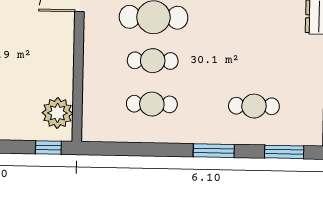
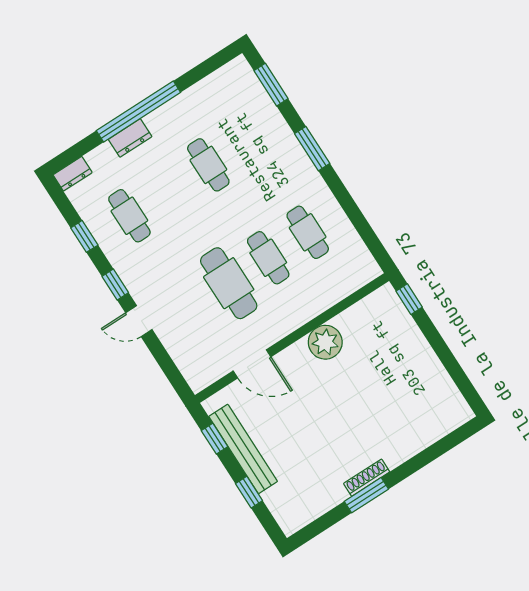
cafe table: (254, 106) -> (208, 165), moved
plant: (57, 113) -> (325, 342), moved

